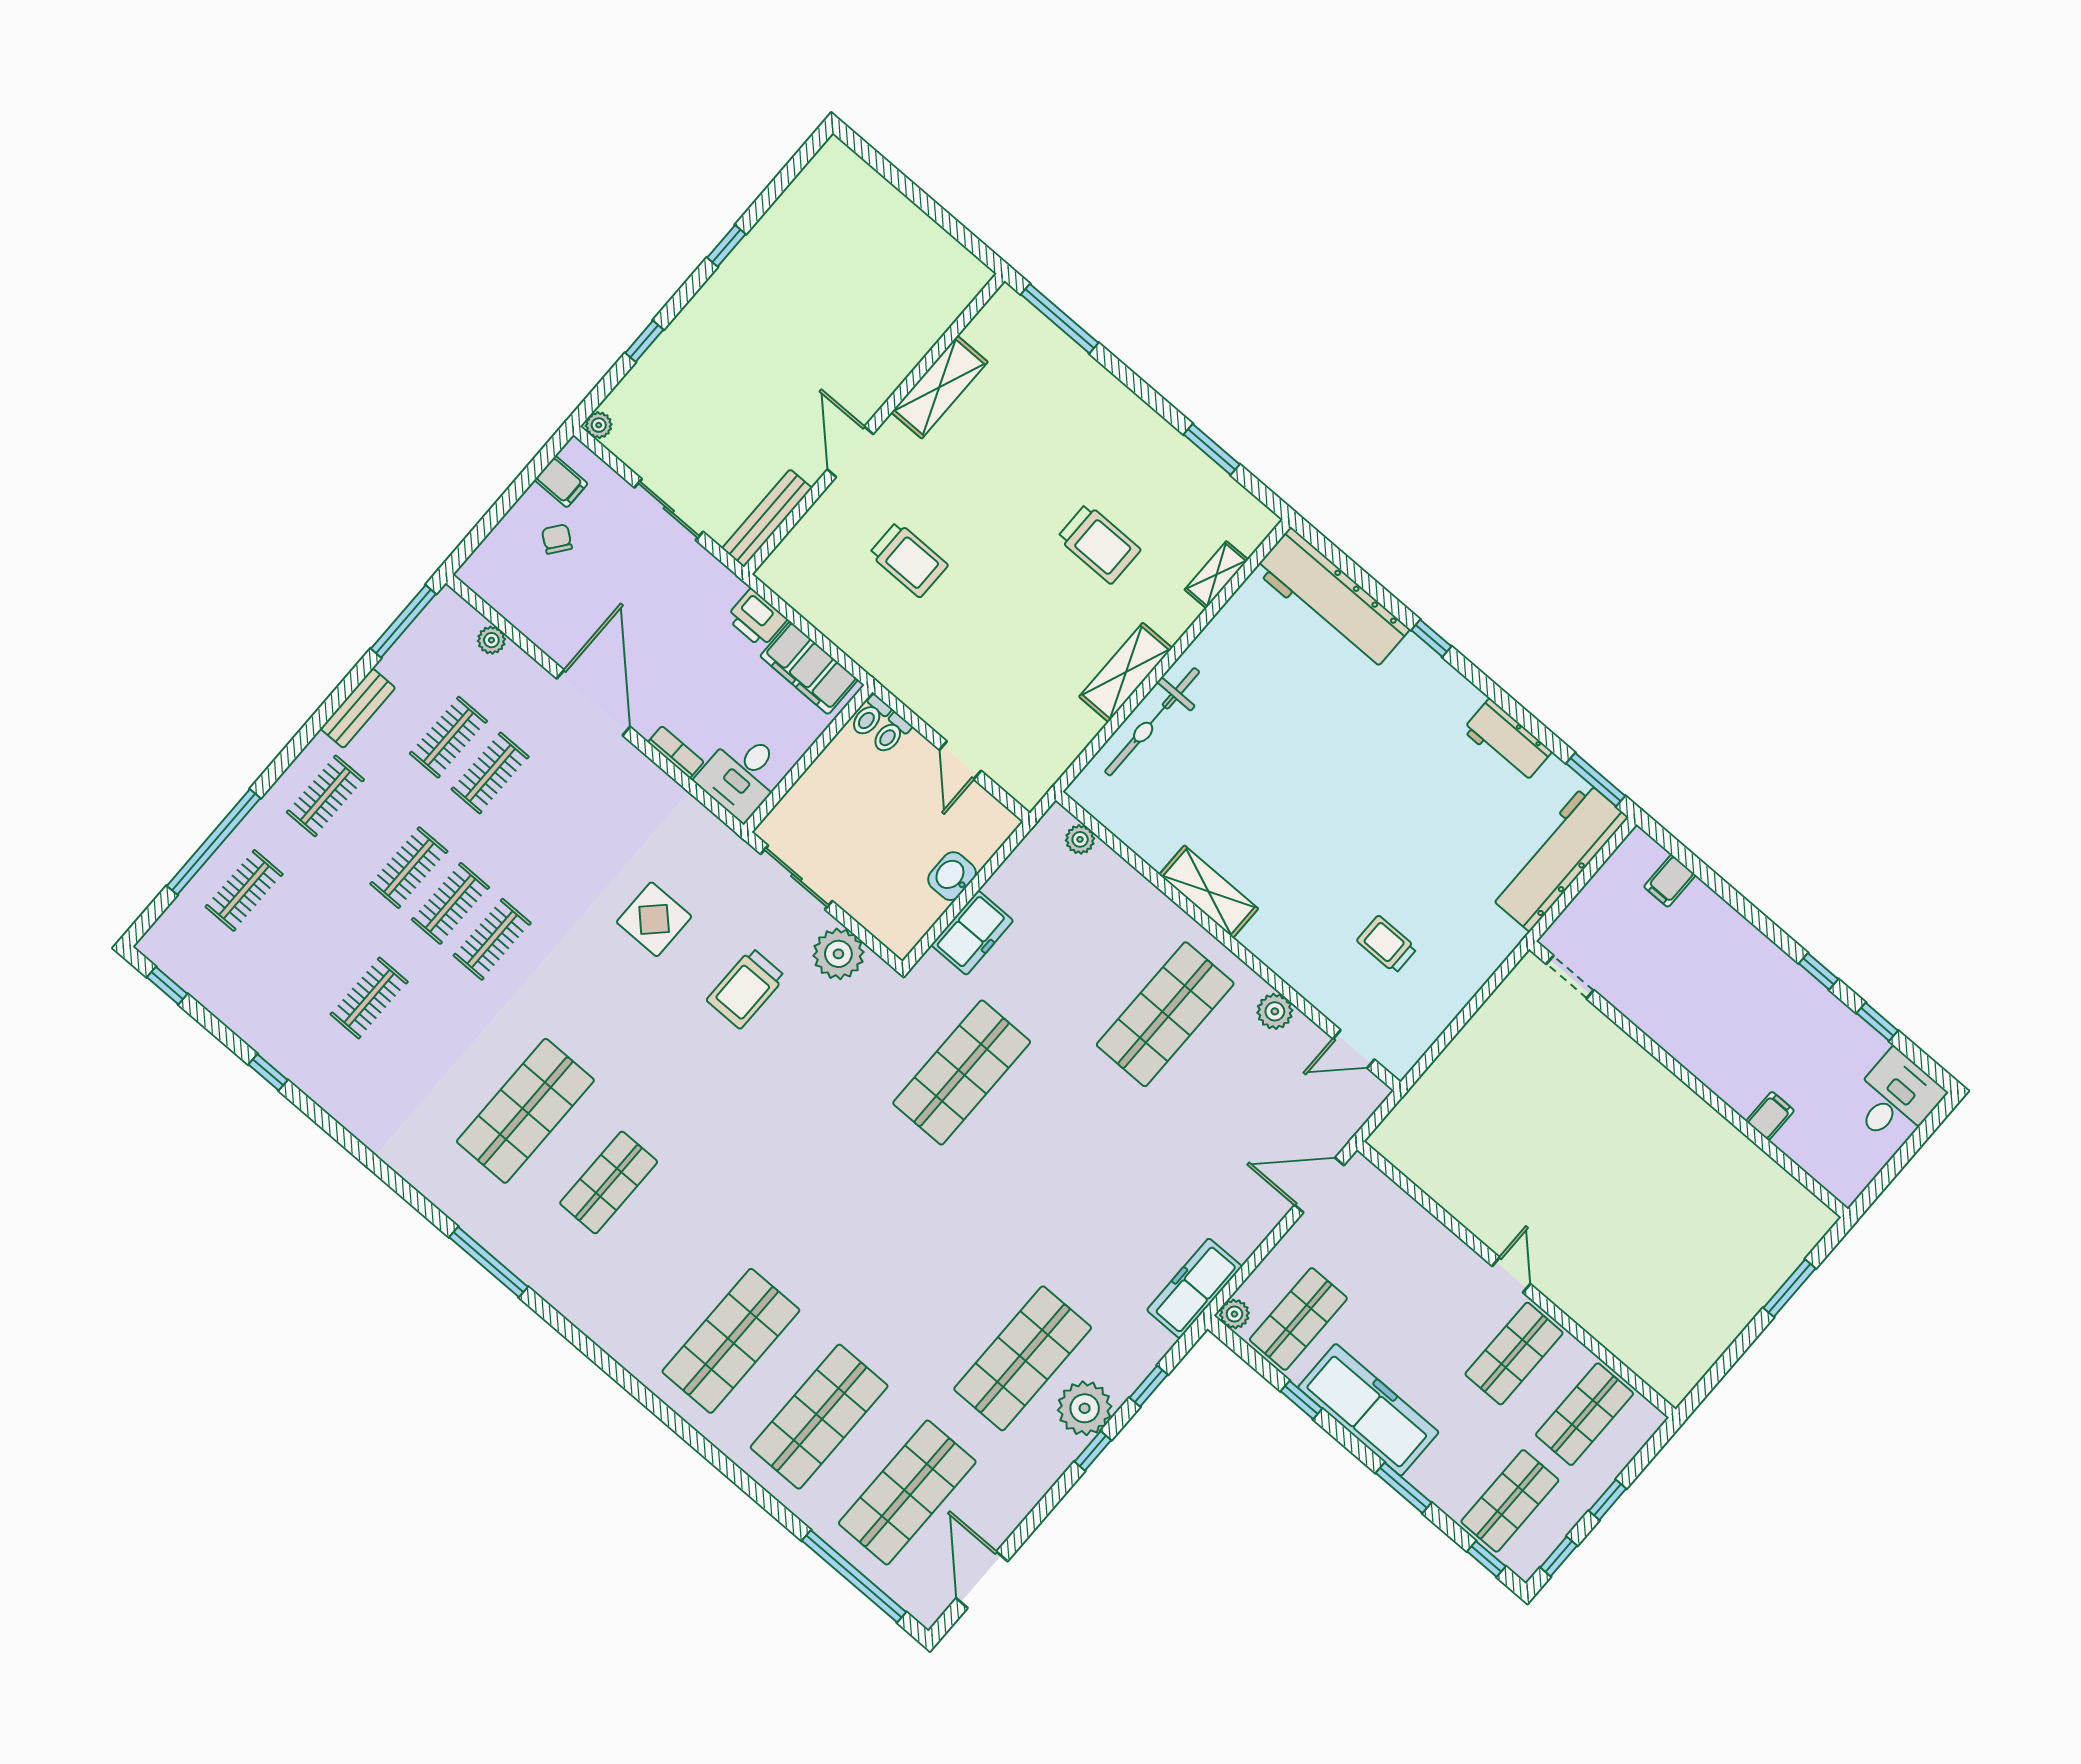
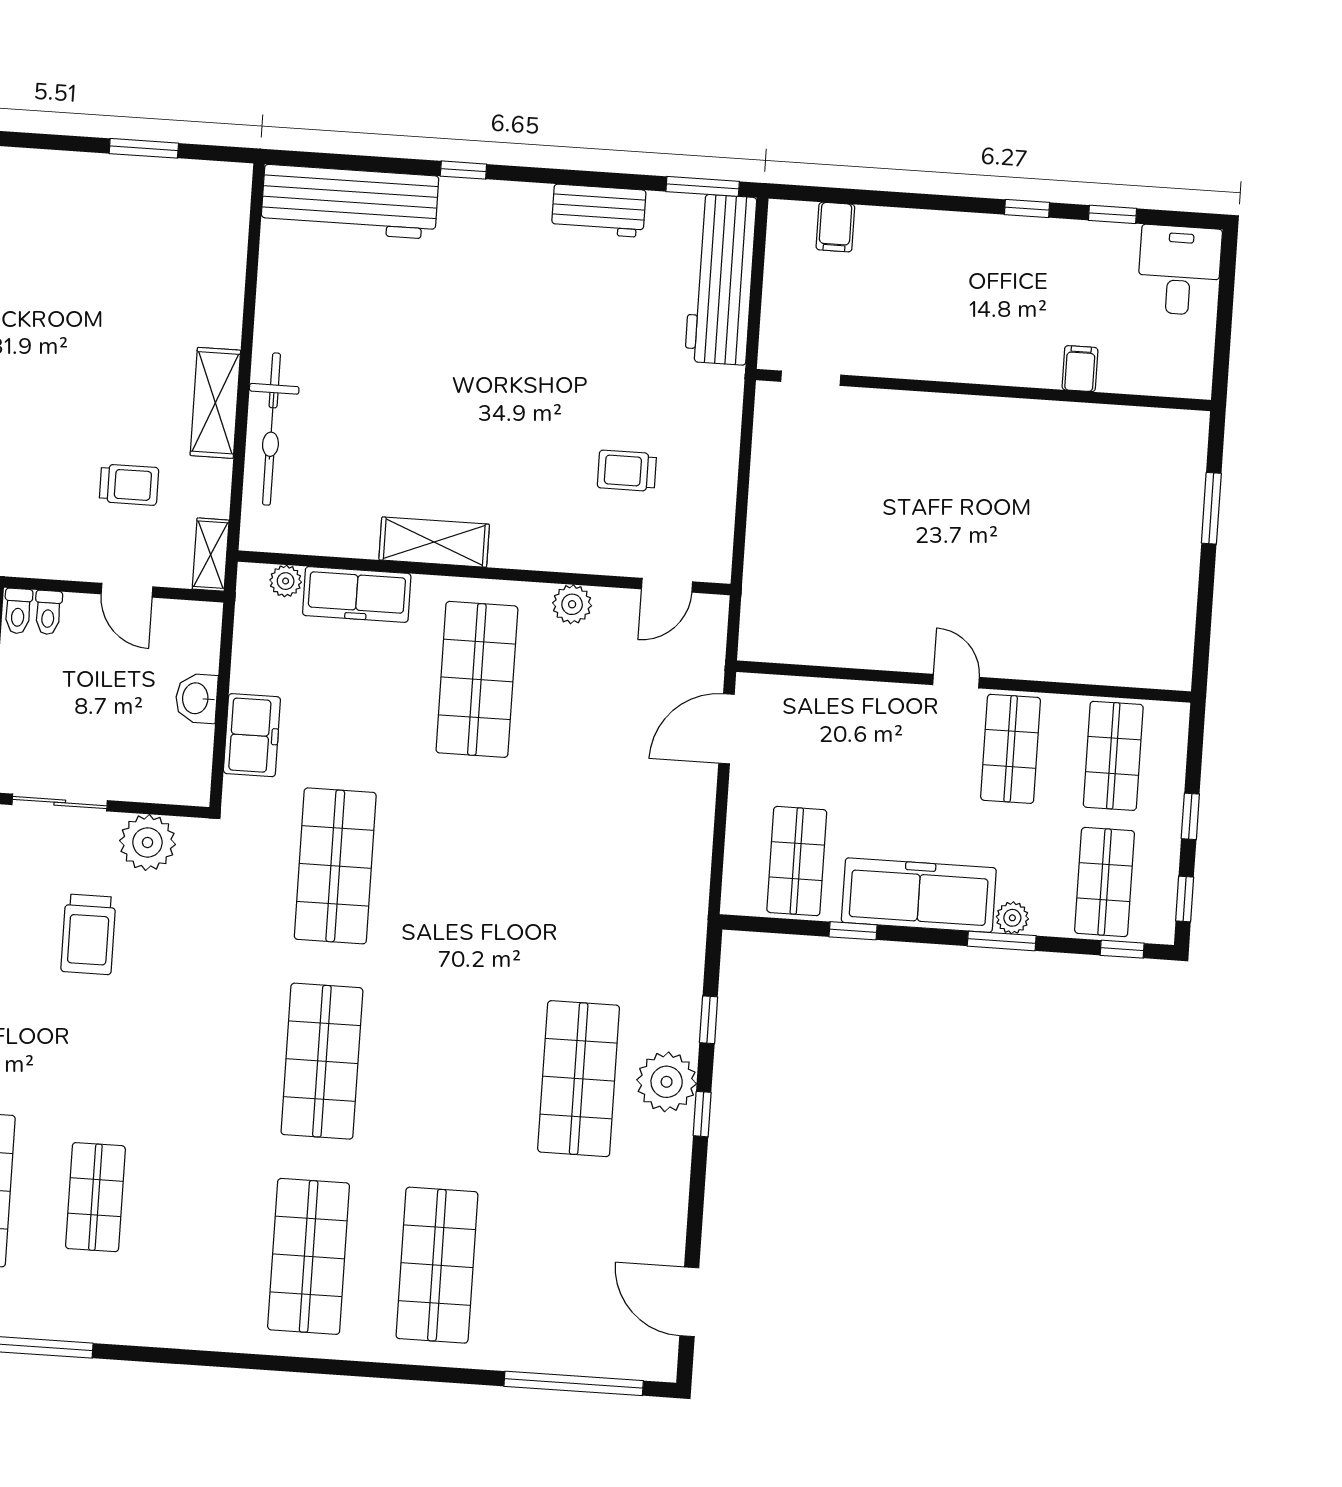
trolley: (1099, 544) -> (129, 485), moved, width x0.73, depth x0.72
shelving: (1216, 575) -> (211, 555), moved
freezer: (1194, 1288) -> (357, 594), moved, turned -90
plant: (1234, 1314) -> (1012, 918), moved
shop shelf: (907, 1493) -> (322, 1061), moved

